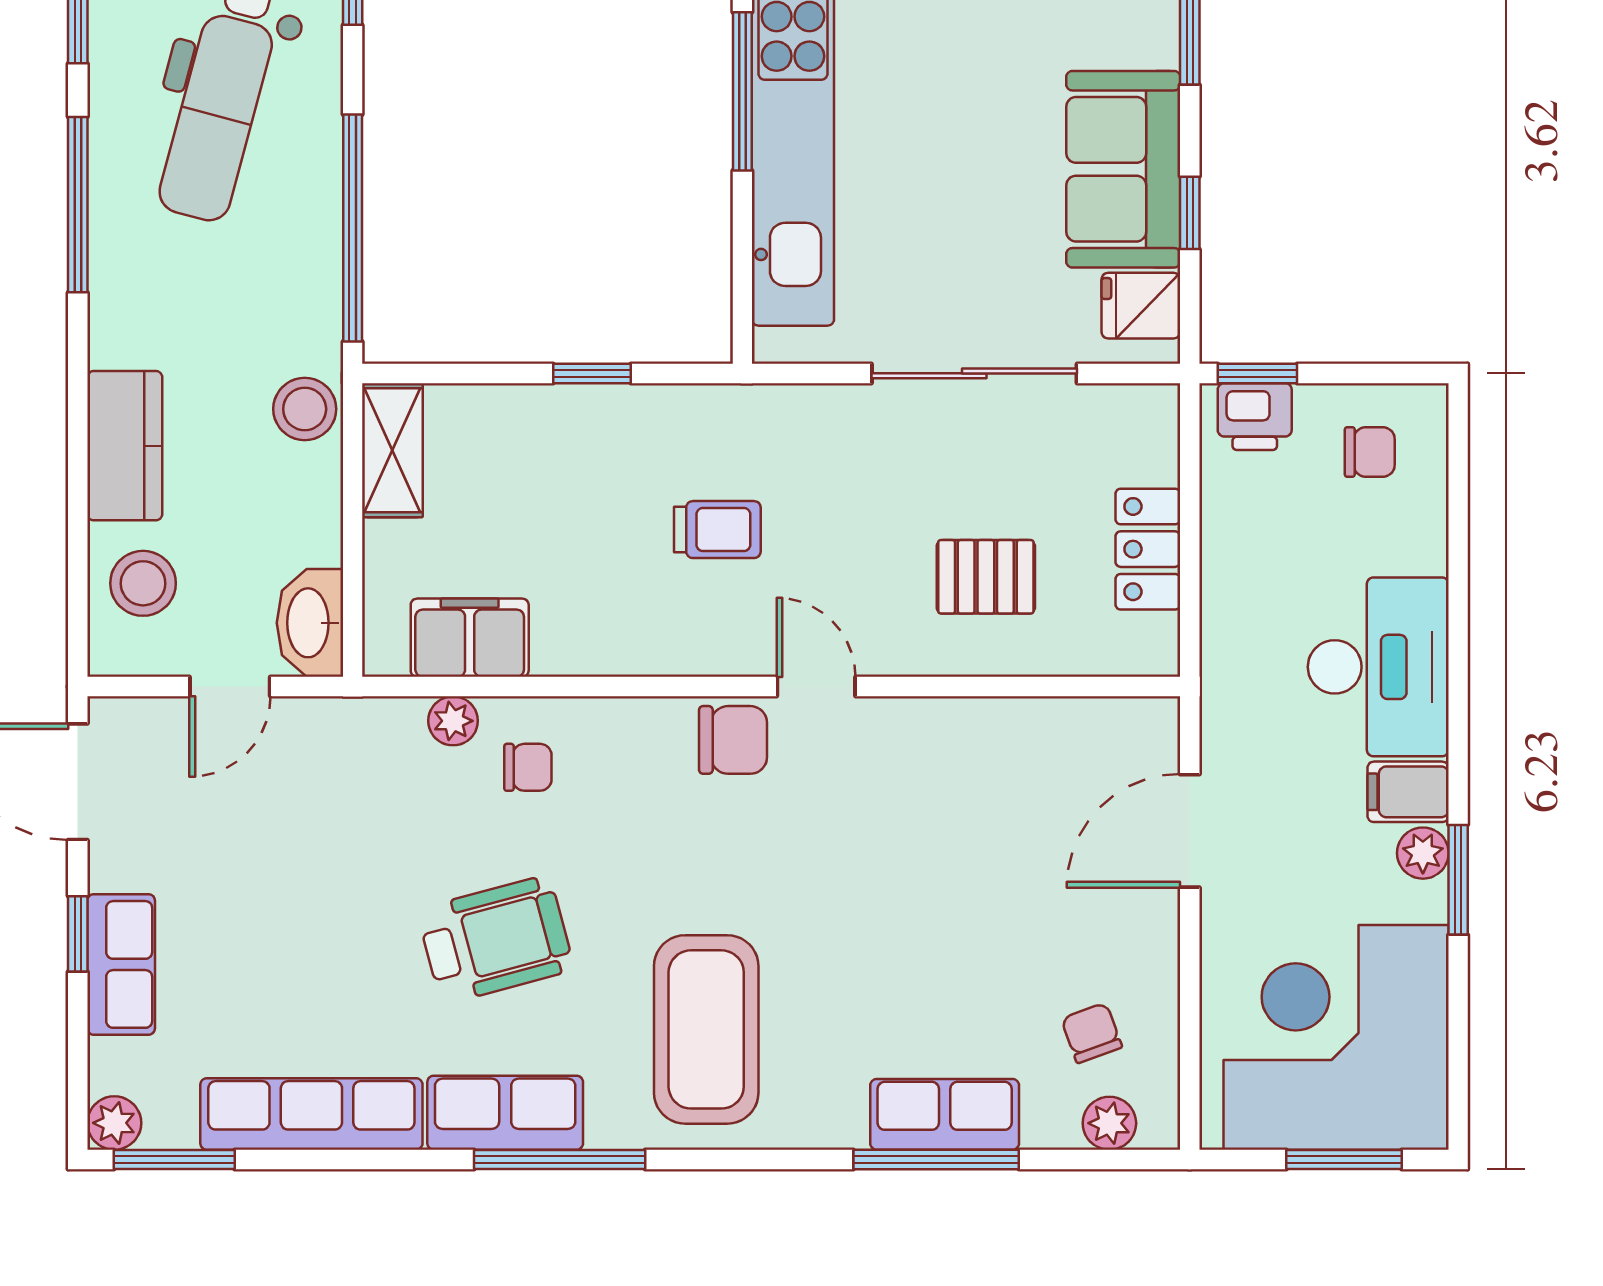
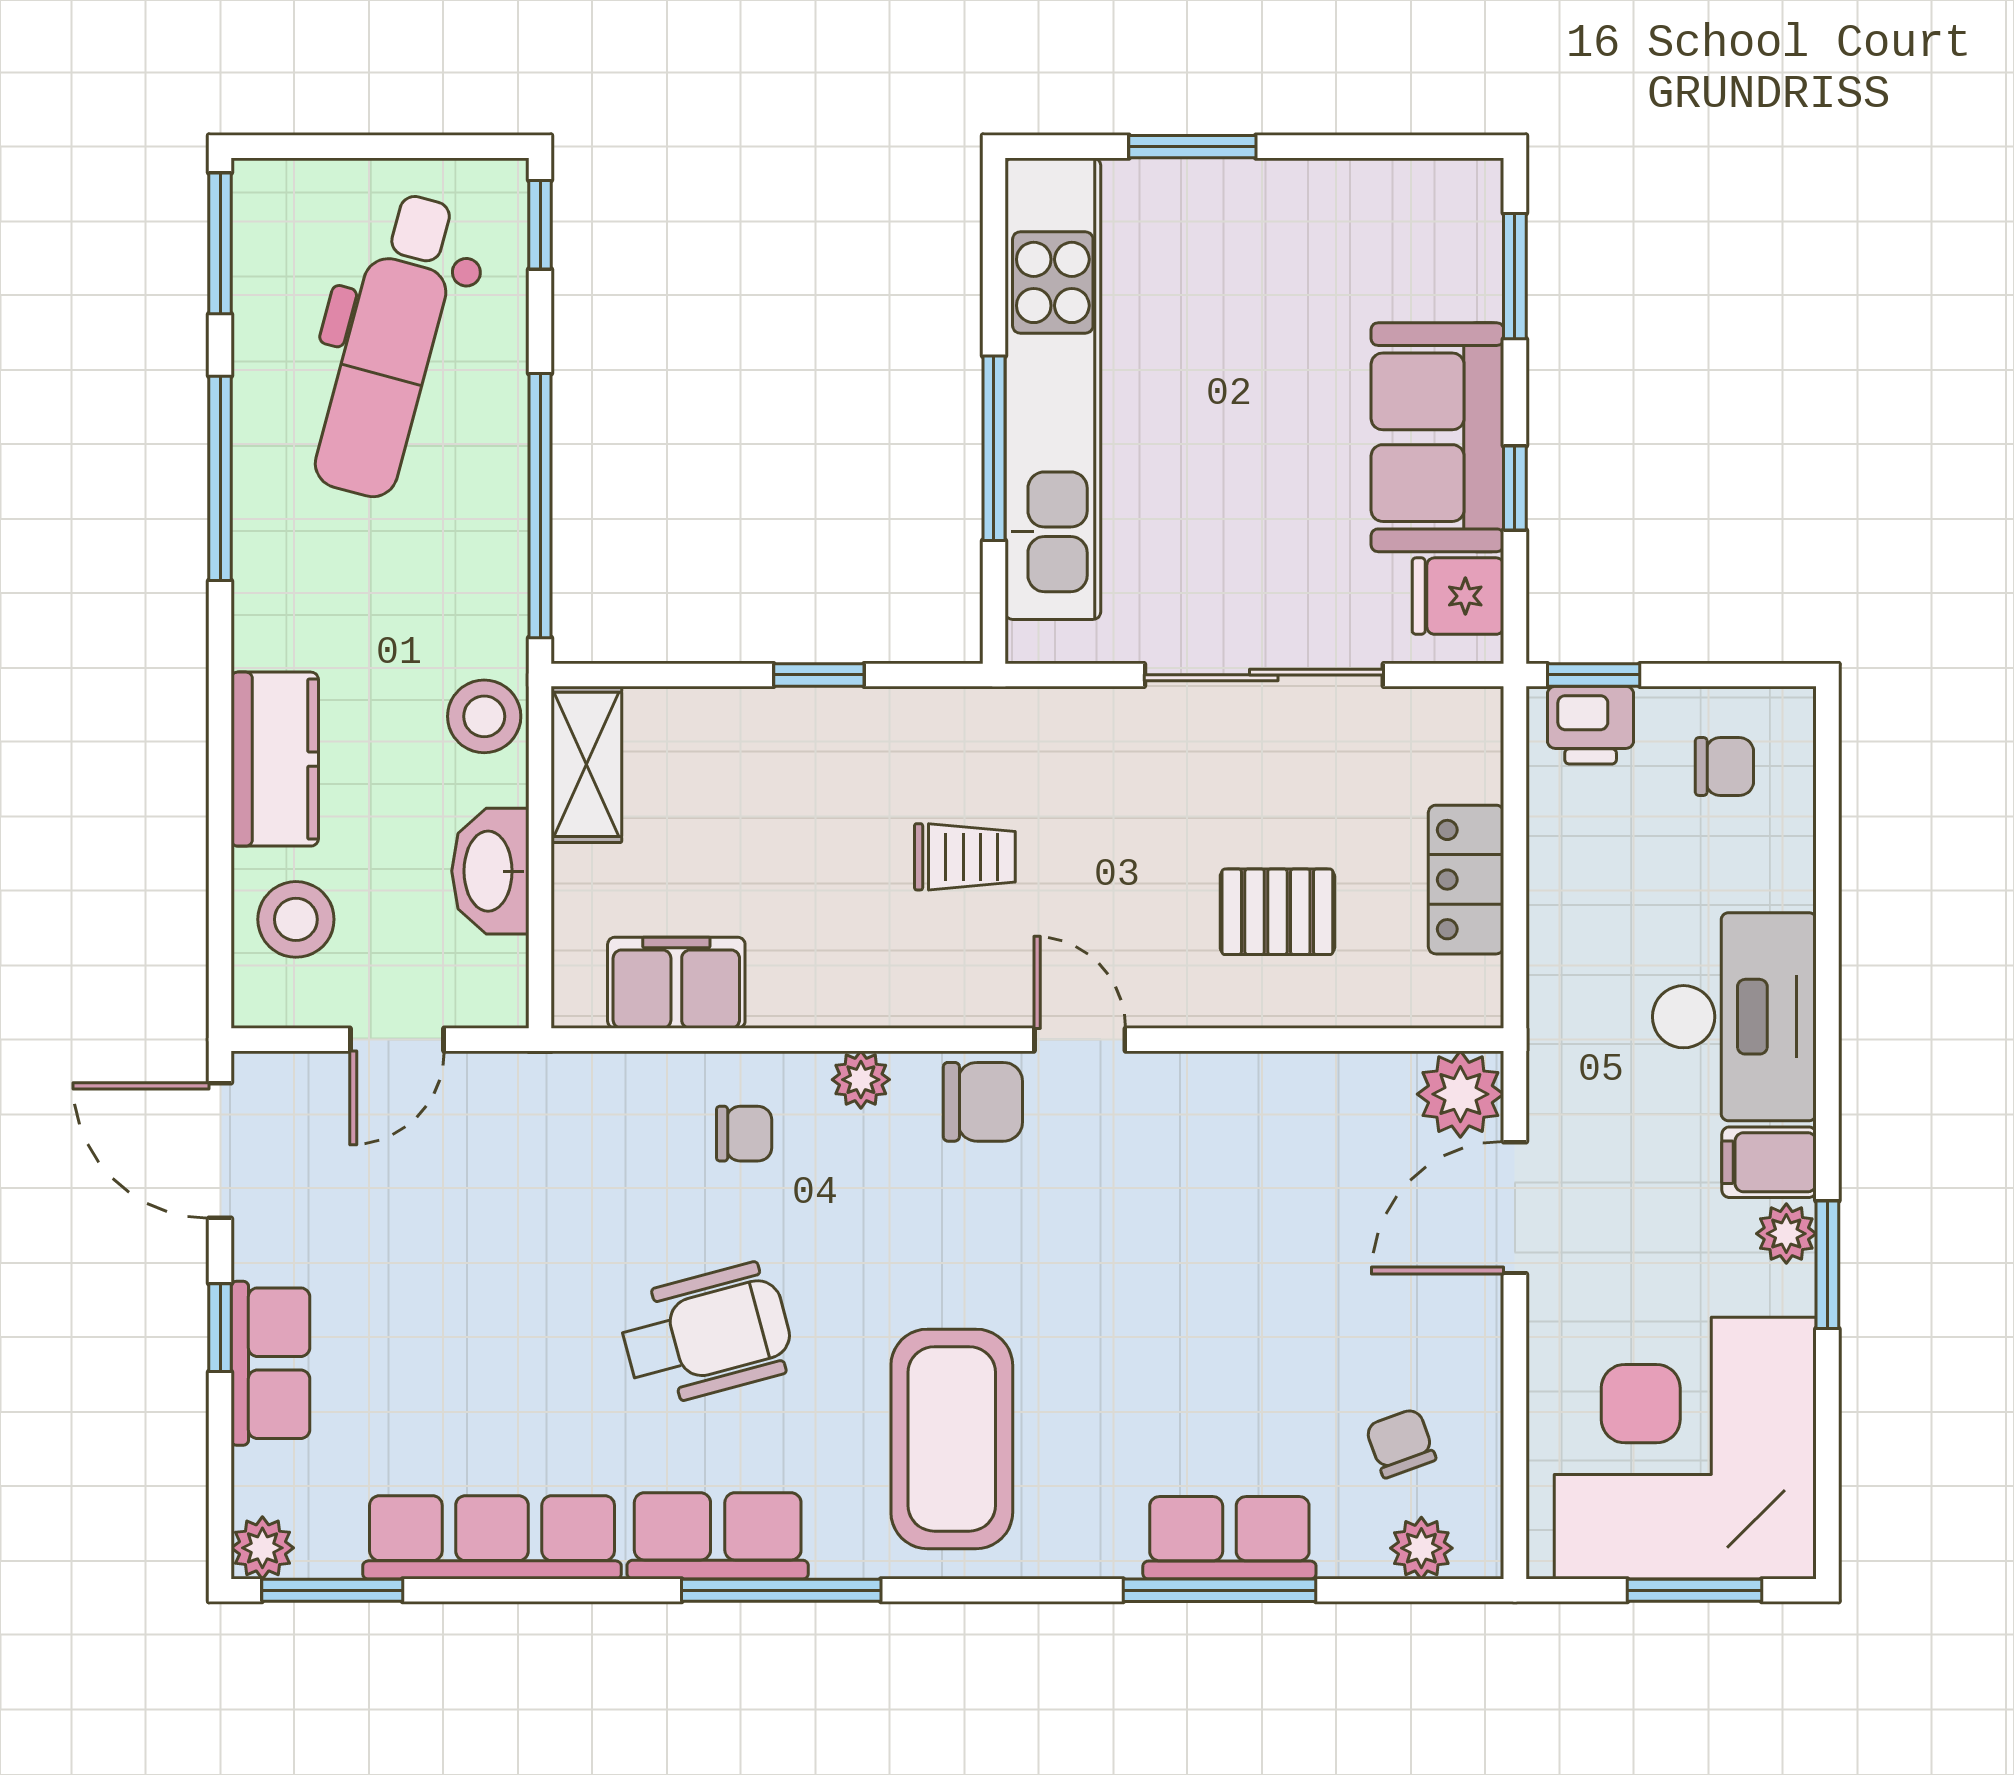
window: (742, 91) -> (994, 448), moved
washbasin: (310, 623) -> (490, 871), moved
plant: (453, 721) -> (861, 1080), moved
plant: (1143, 733) -> (1460, 1094), added

